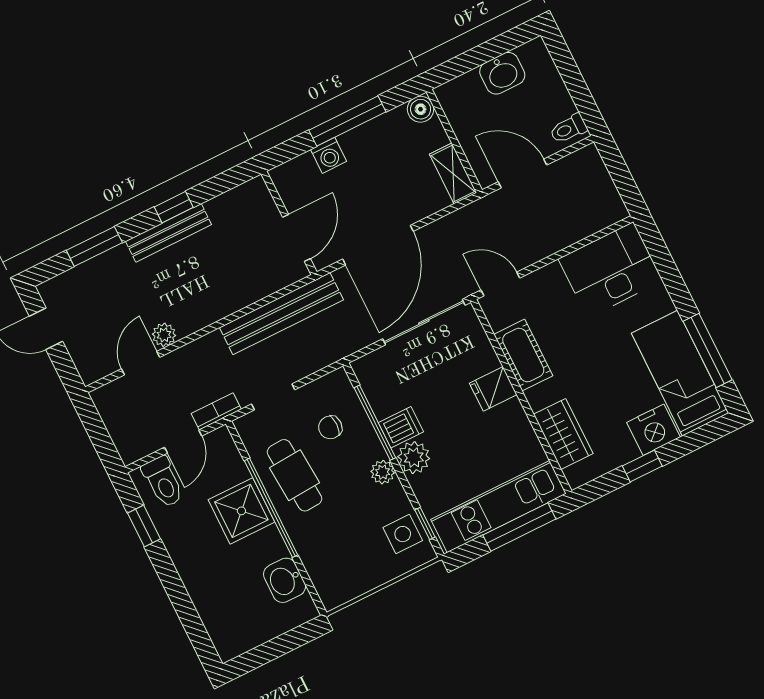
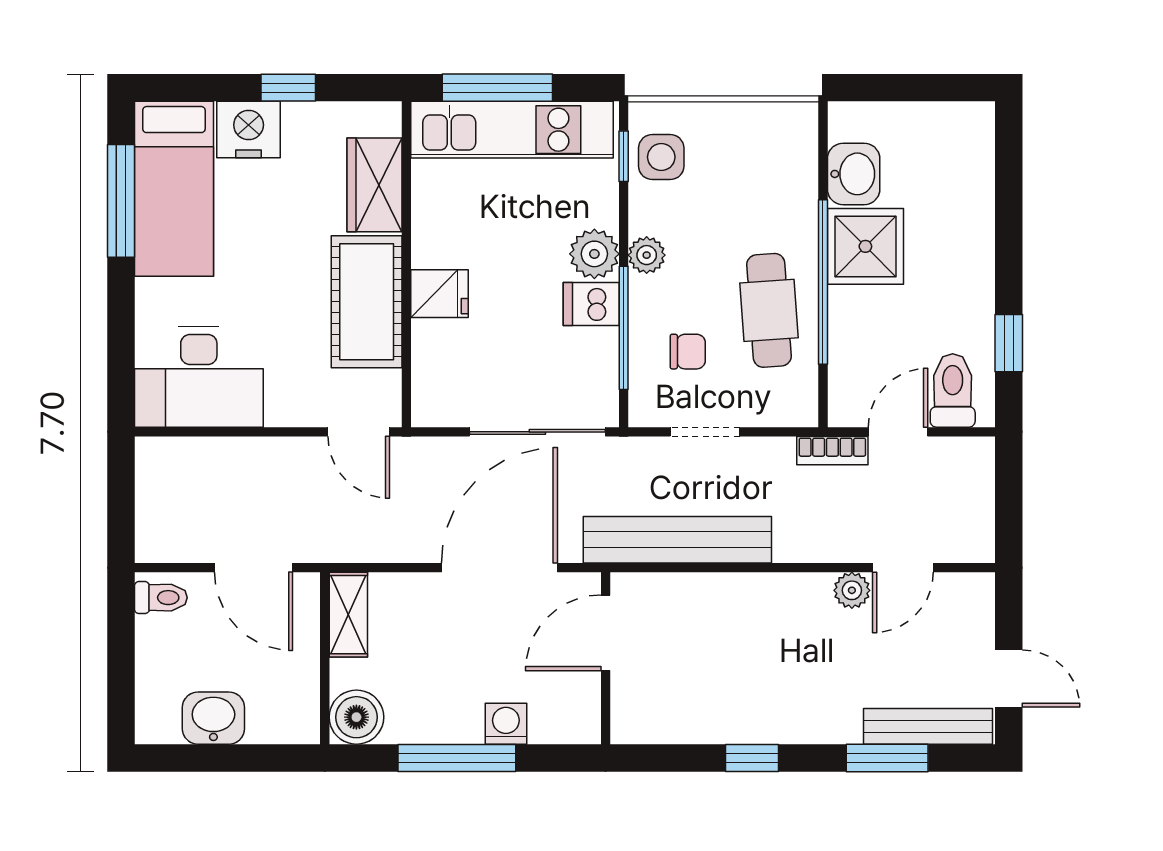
boiler: (421, 109) -> (356, 717), width x1.36, depth x1.36
bench: (168, 233) -> (928, 726), moved
sliding door: (424, 322) -> (537, 432), moved
cot: (523, 355) -> (367, 302), width x1.37, depth x1.34
doorway: (273, 397) -> (705, 432), moved
shower: (241, 511) -> (865, 246), moved

